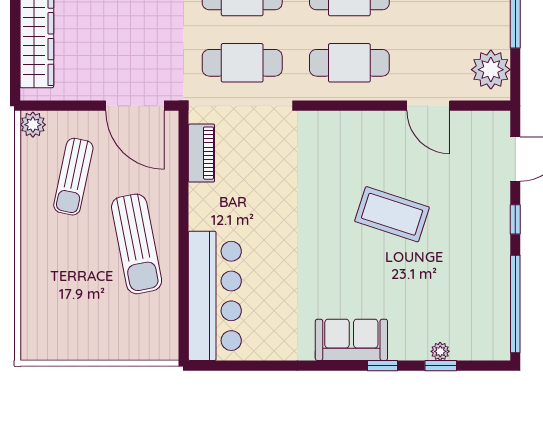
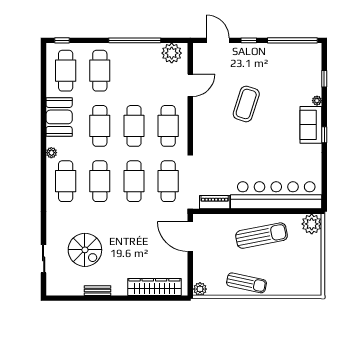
door: (135, 106) -> (190, 236), swing flipped
sun lounger: (73, 177) -> (246, 283), moved
bar counter: (215, 296) -> (276, 195), width x1.36
plant: (159, 341) -> (312, 224), added
plant: (440, 351) -> (317, 101), moved
window: (383, 366) -> (324, 135), moved

